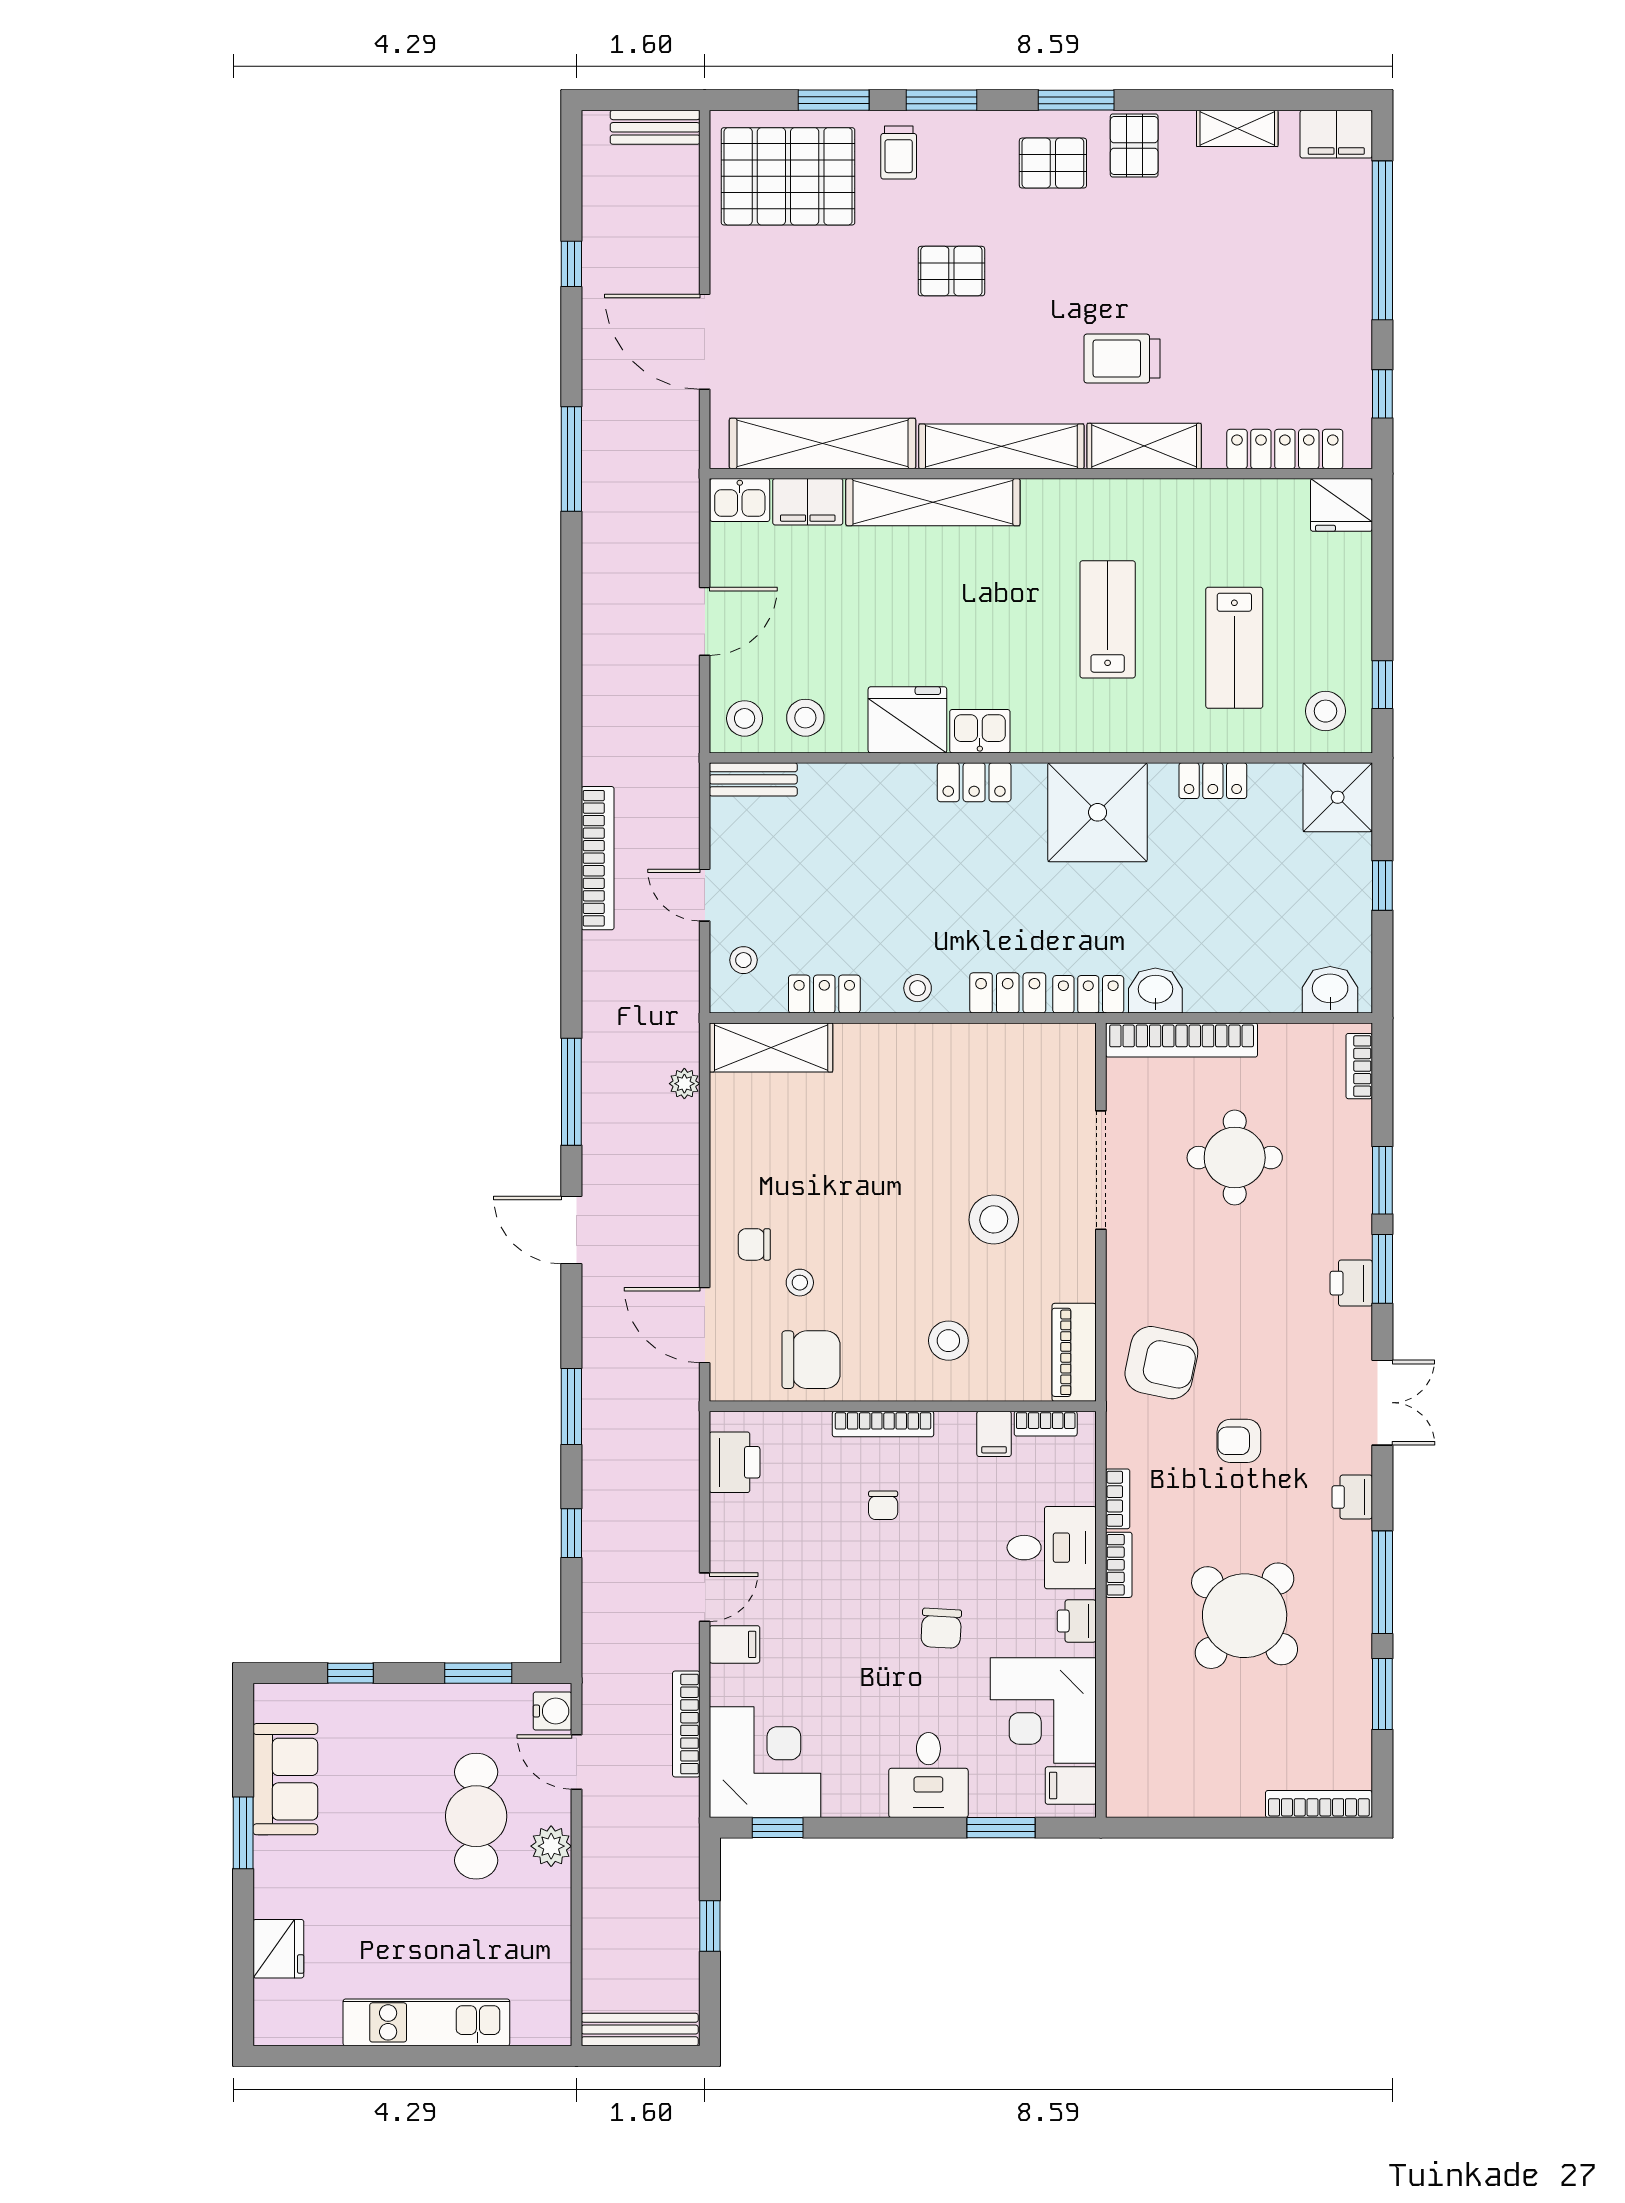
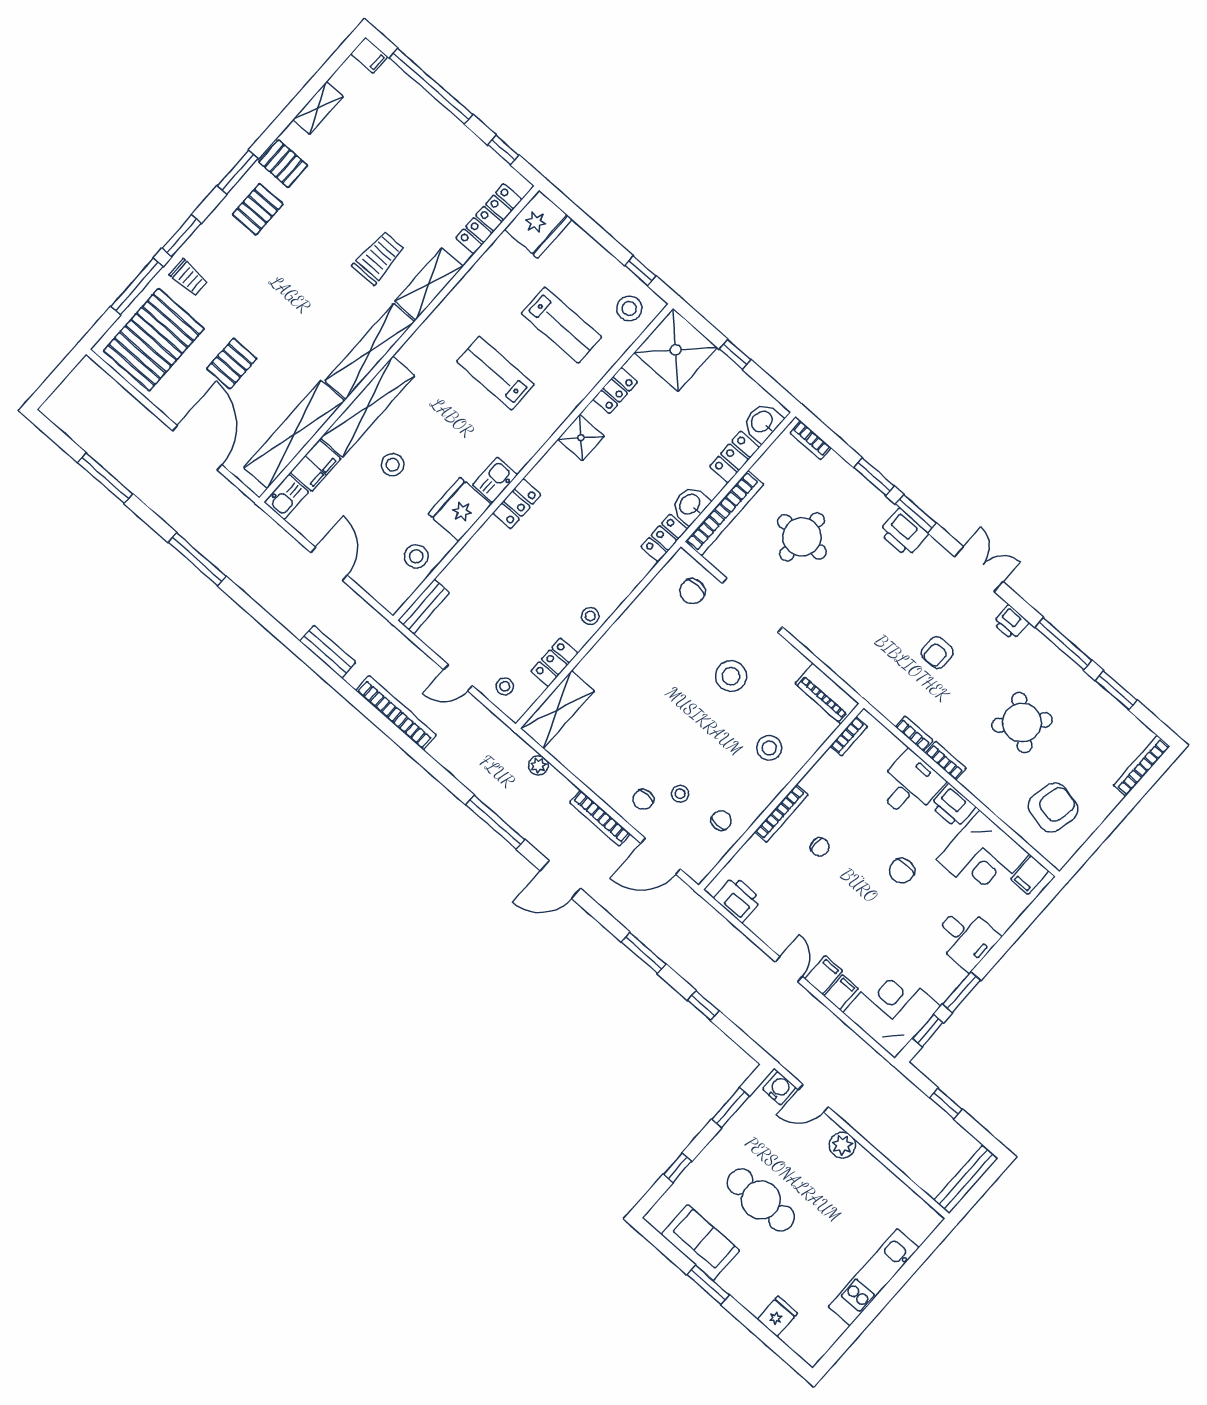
window: (834, 100) -> (137, 287), width x1.44
bench: (655, 127) -> (328, 652), moved, turned 90
filing cabinet: (1336, 134) -> (369, 55), width x0.50
window: (571, 264) -> (105, 478), width x2.17
pallet: (951, 271) -> (232, 364), moved
door: (705, 342) -> (197, 448), swing flipped
trolley: (1122, 359) -> (379, 258), turned 180
fridge: (1341, 505) -> (538, 224), width x1.36, depth x1.34
stool: (745, 718) -> (393, 465), moved
shower: (1338, 797) -> (676, 350), width x1.37, depth x1.37
shower: (1098, 812) -> (581, 438), width x0.54, depth x0.54
locker: (1008, 993) -> (734, 457), moved
chair: (1054, 1084) -> (692, 591), added
printer: (1351, 1283) -> (903, 533), width x1.36, depth x1.24
chair: (811, 1360) -> (721, 821), width x0.54, depth x0.54
armchair: (1161, 1363) -> (1053, 808), moved
filing cabinet: (994, 1434) -> (841, 992), moved, turned -90
round table: (1245, 1616) -> (1022, 723), width x0.73, depth x0.73
printer: (1077, 1621) -> (953, 806), width x1.36, depth x1.24
chair: (941, 1628) -> (902, 871), turned 87
bookcase: (686, 1724) -> (600, 818), moved
cafe table: (476, 1816) -> (761, 1200), moved
window: (1001, 1828) -> (962, 992), moved
fridge: (278, 1949) -> (777, 1316), width x0.72

